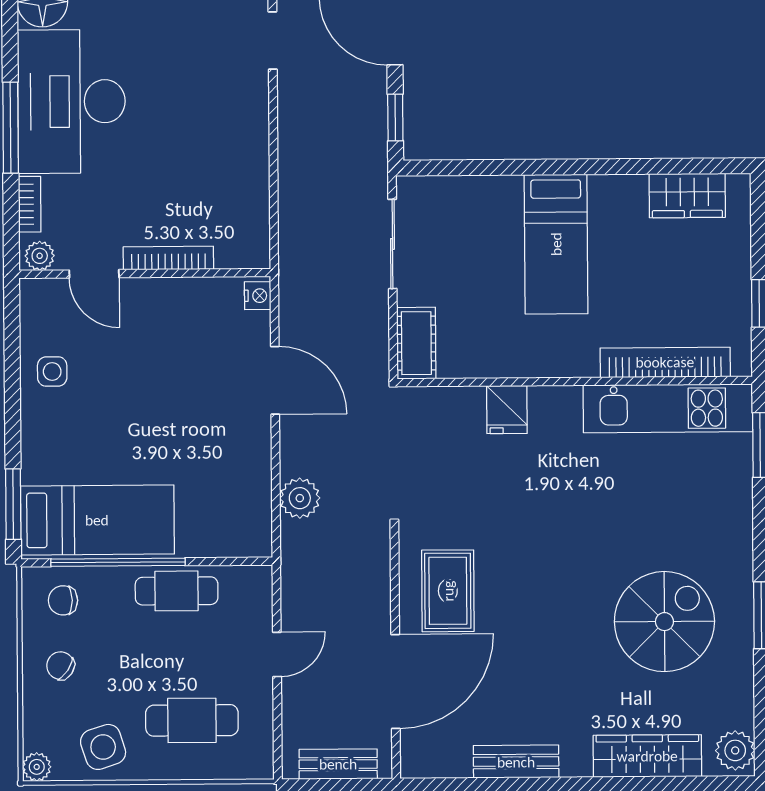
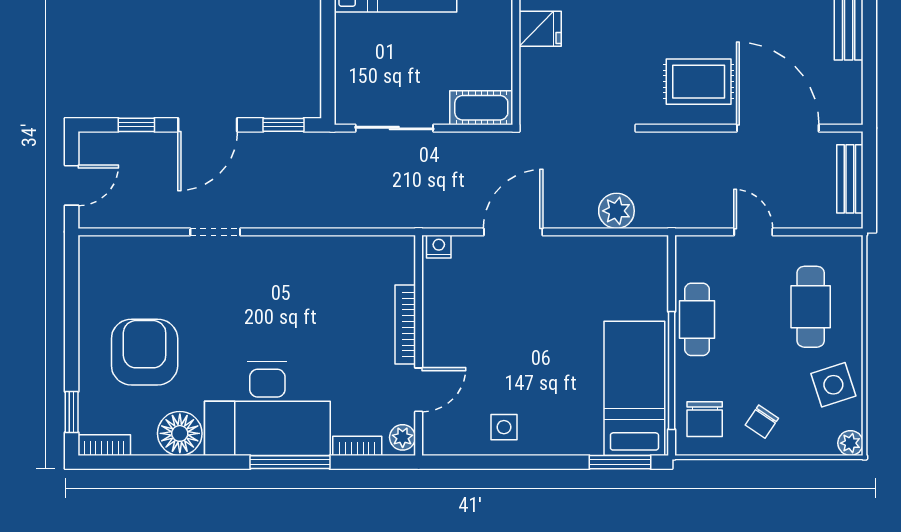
chair: (63, 600) -> (705, 419), width x1.37, depth x1.37

